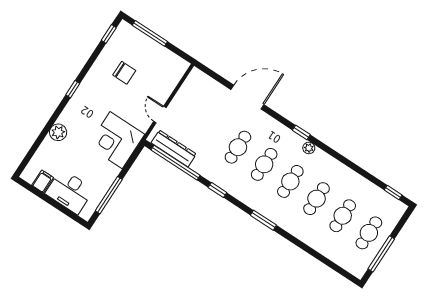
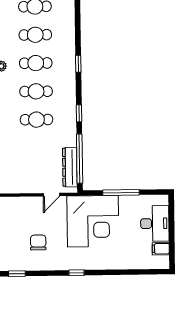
plant: (58, 132) -> (116, 262), removed
corner desk: (116, 140) -> (93, 221), width x1.36, depth x1.36
window: (109, 195) -> (121, 193), moved
window: (263, 220) -> (78, 64), width x0.67

